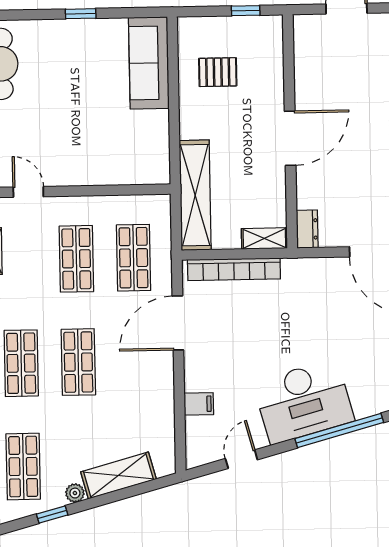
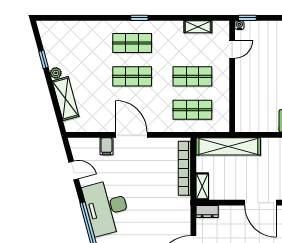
door: (178, 323) -> (131, 135), moved
shop shelf: (23, 467) -> (72, 43), removed

